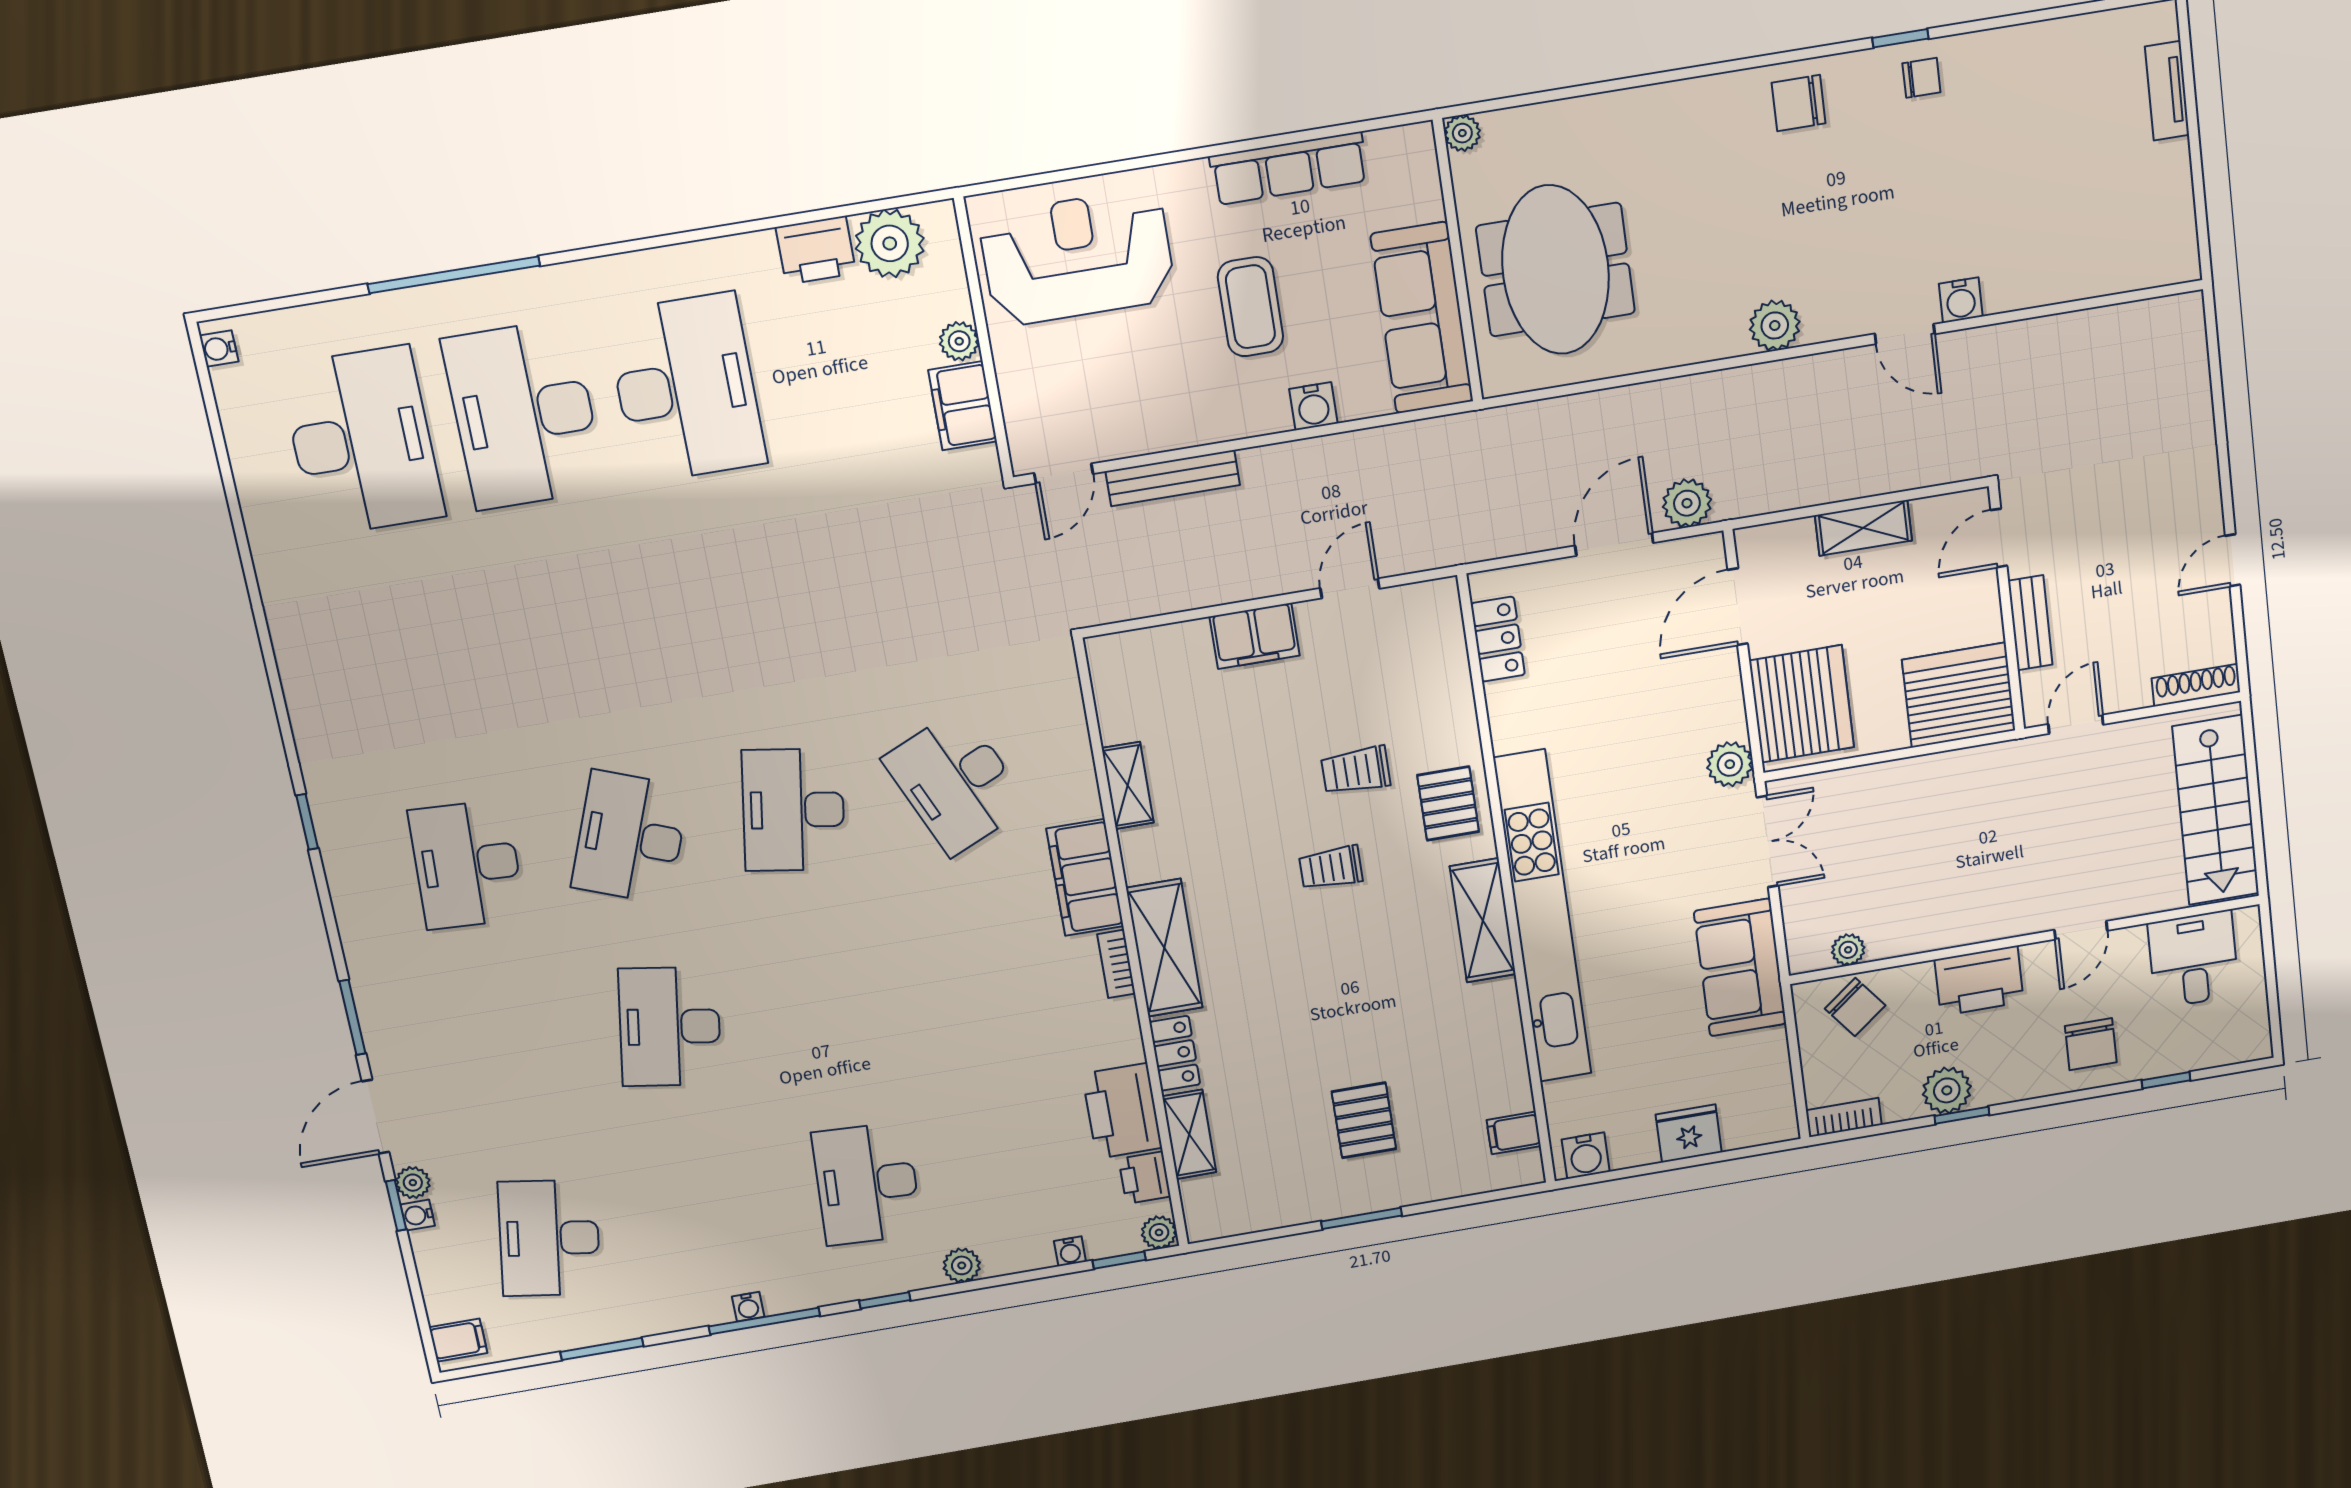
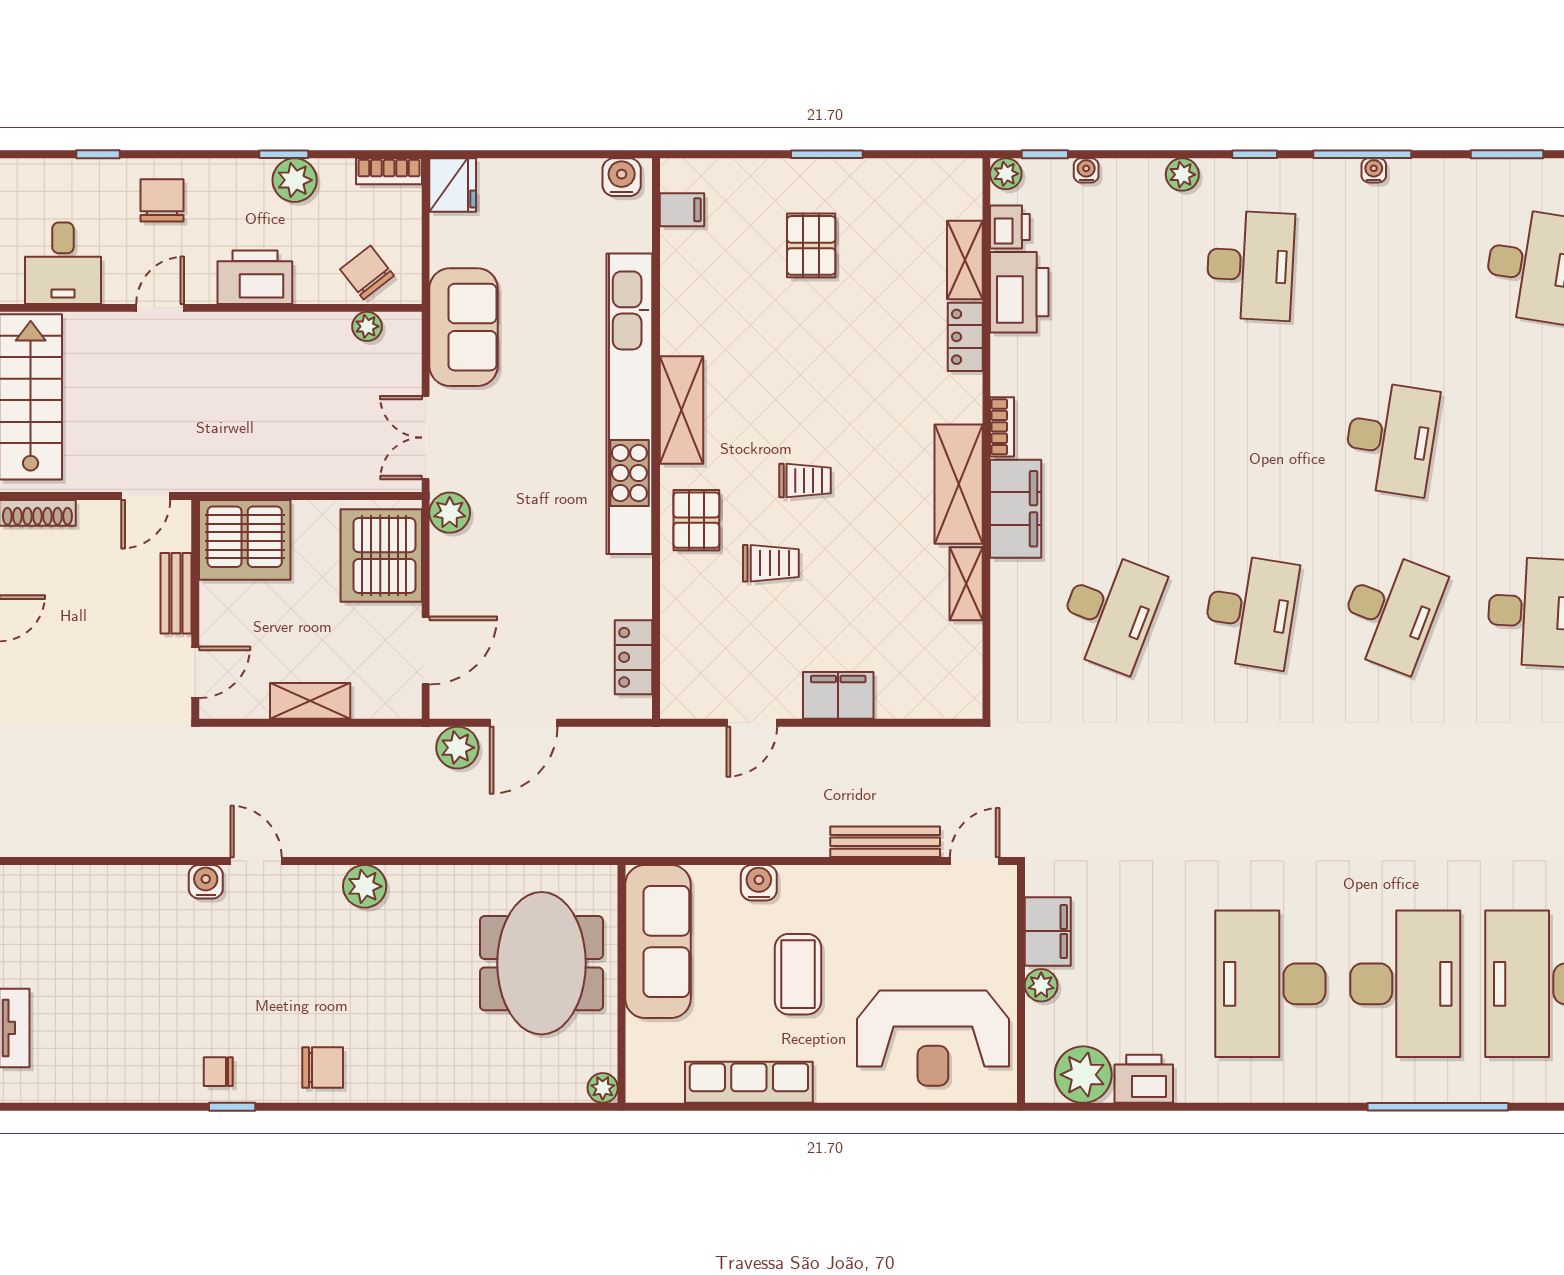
desk: (956, 783) -> (1110, 612), turned 45
shelving: (1164, 948) -> (959, 484), moved
fridge: (1689, 1133) -> (453, 185), moved, turned -90

